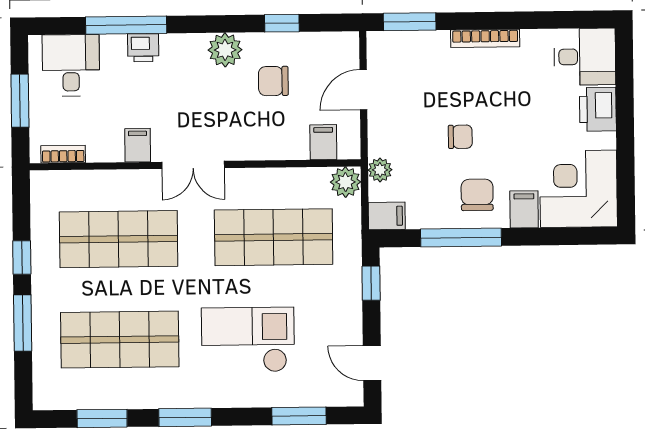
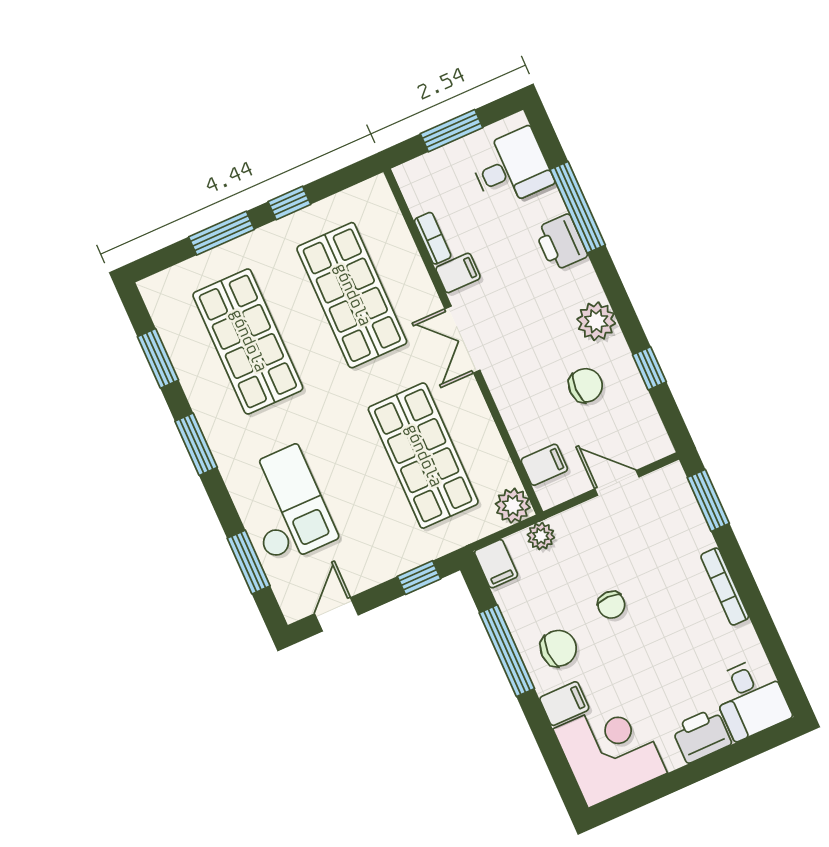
printer: (143, 48) -> (561, 242), width x1.36, depth x1.24
chair: (273, 81) -> (586, 385), turned 90
bookcase: (63, 154) -> (433, 238), moved
checkout: (248, 340) -> (285, 505), moved

